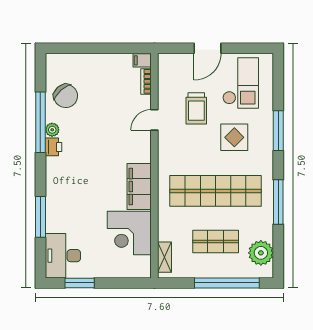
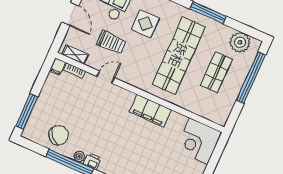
window: (76, 48) -> (27, 111), added
door: (154, 120) -> (106, 77), swing flipped
corner desk: (129, 233) -> (199, 141), moved, turned 90
shelving: (165, 257) -> (75, 55), moved

